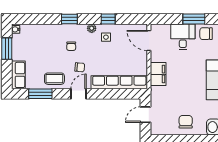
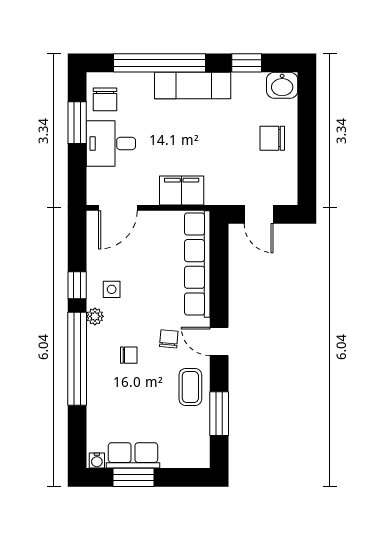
window: (69, 19) -> (77, 359), width x3.17
row of seats: (18, 75) -> (133, 455), moved

